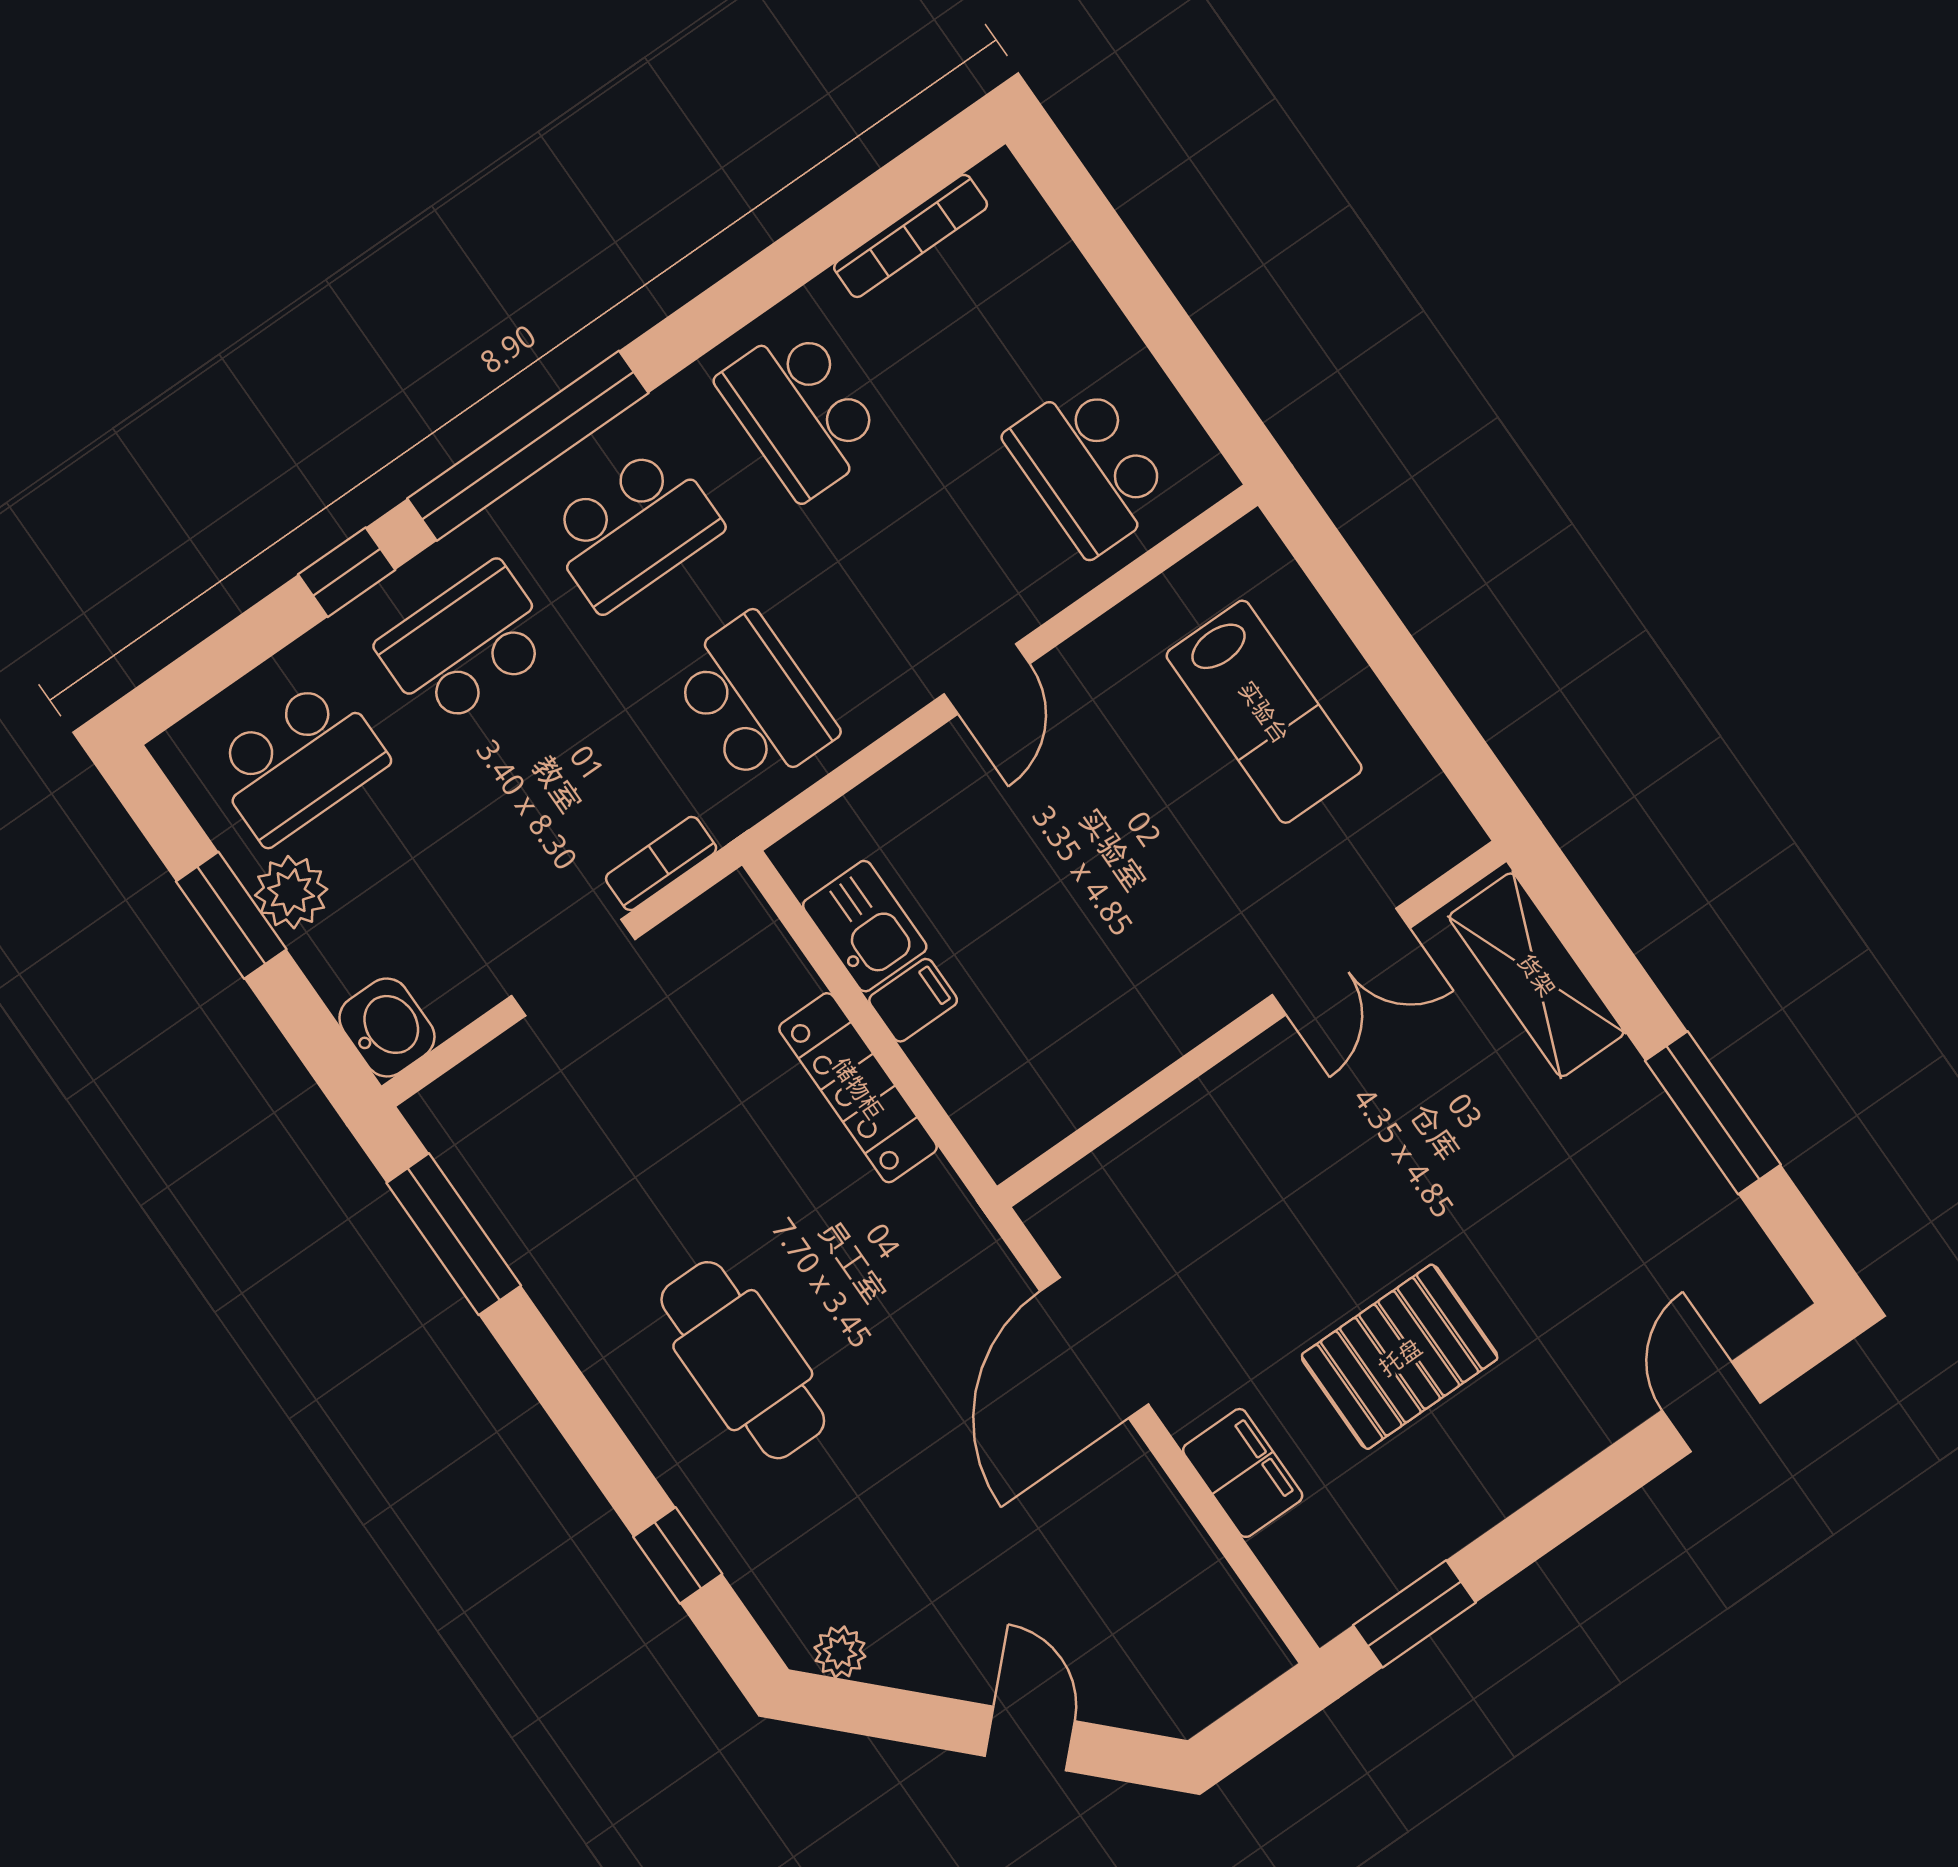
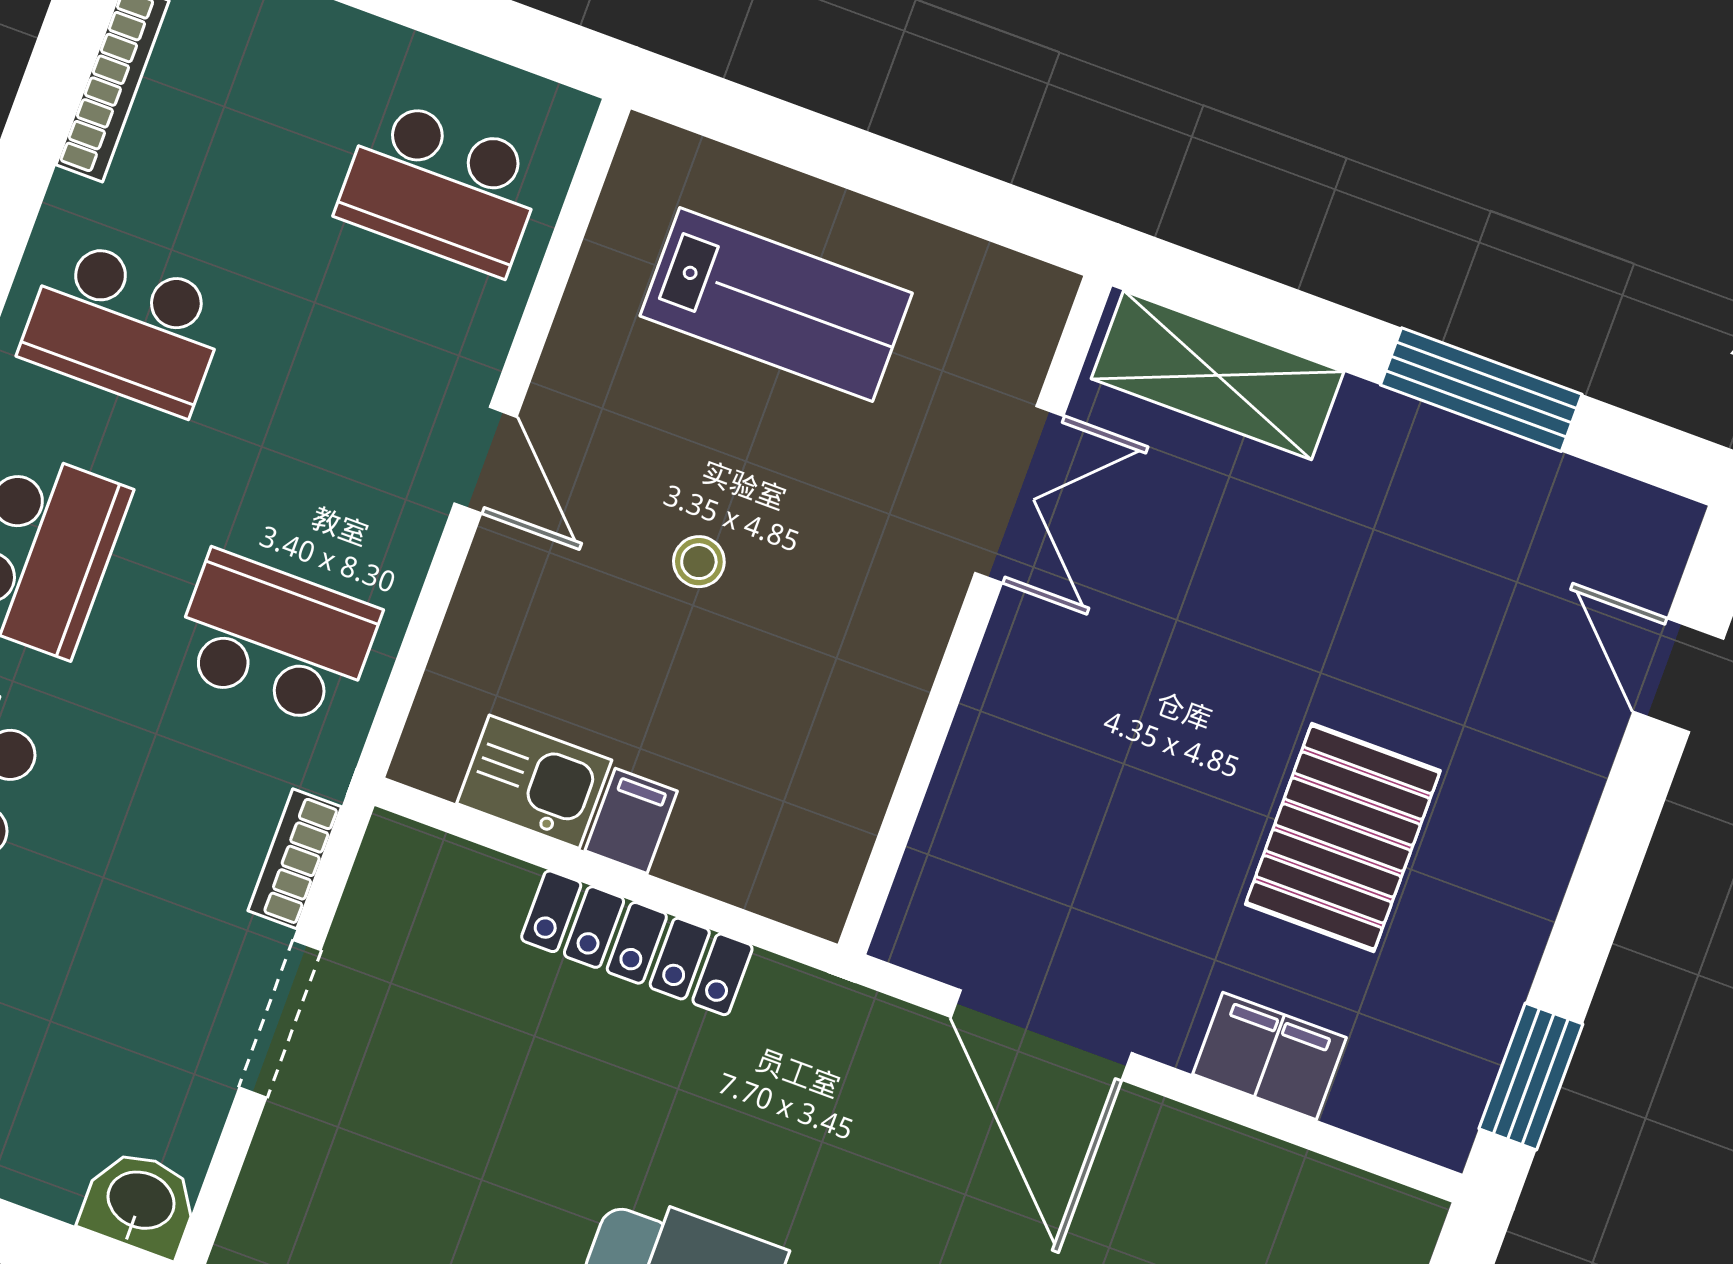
stool: (1086, 853) -> (699, 562), added

